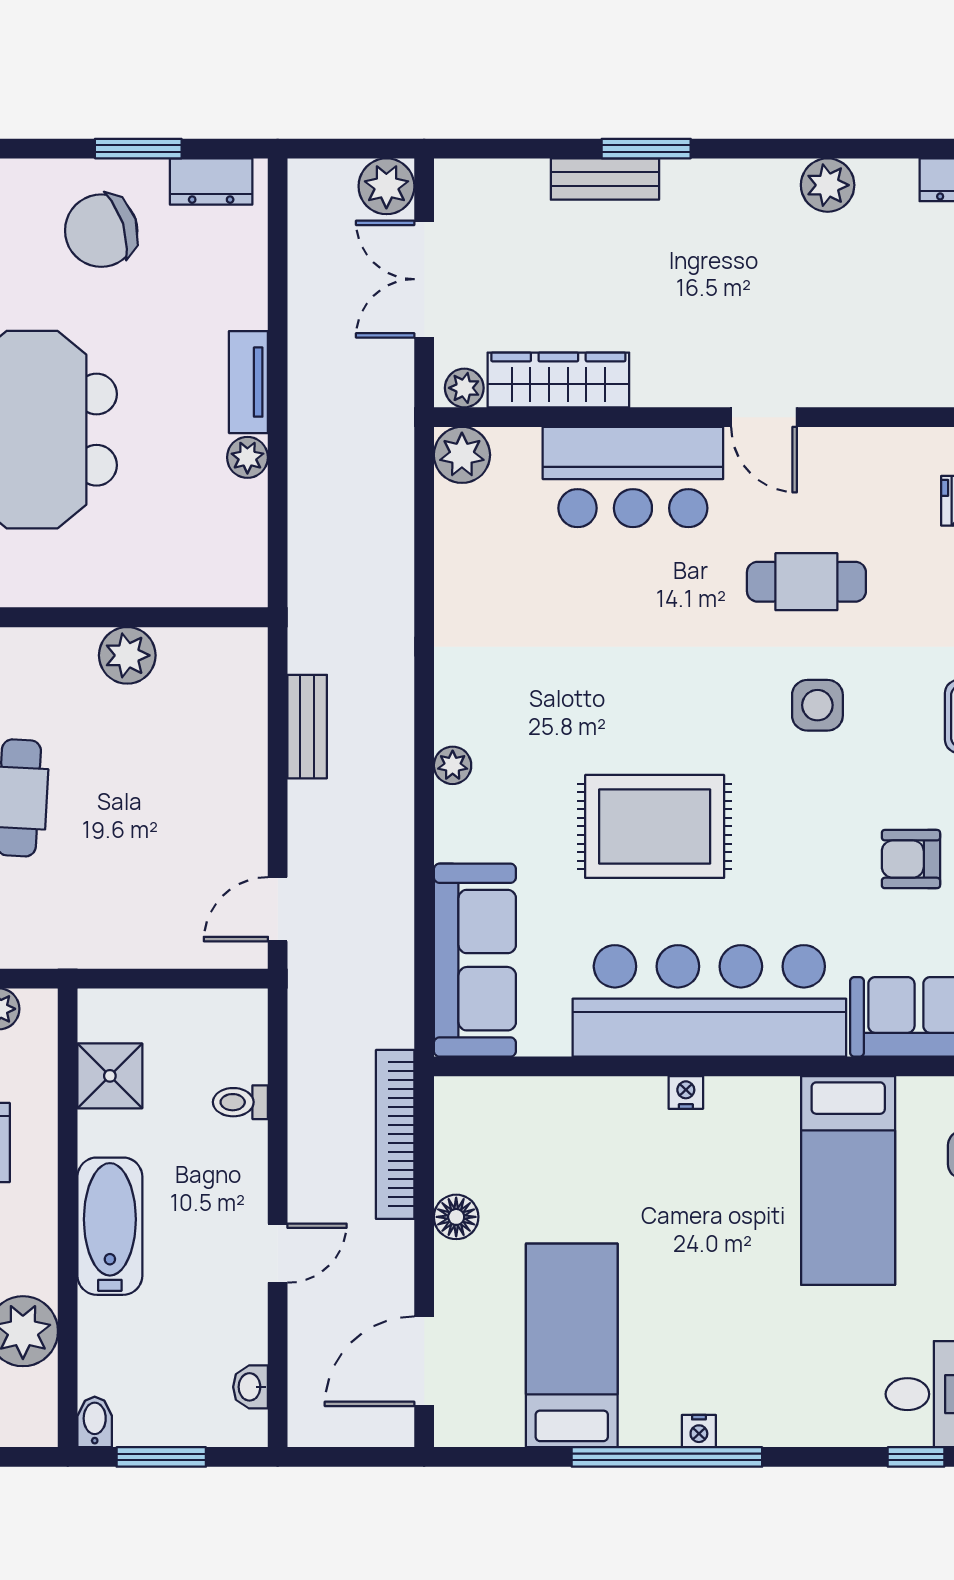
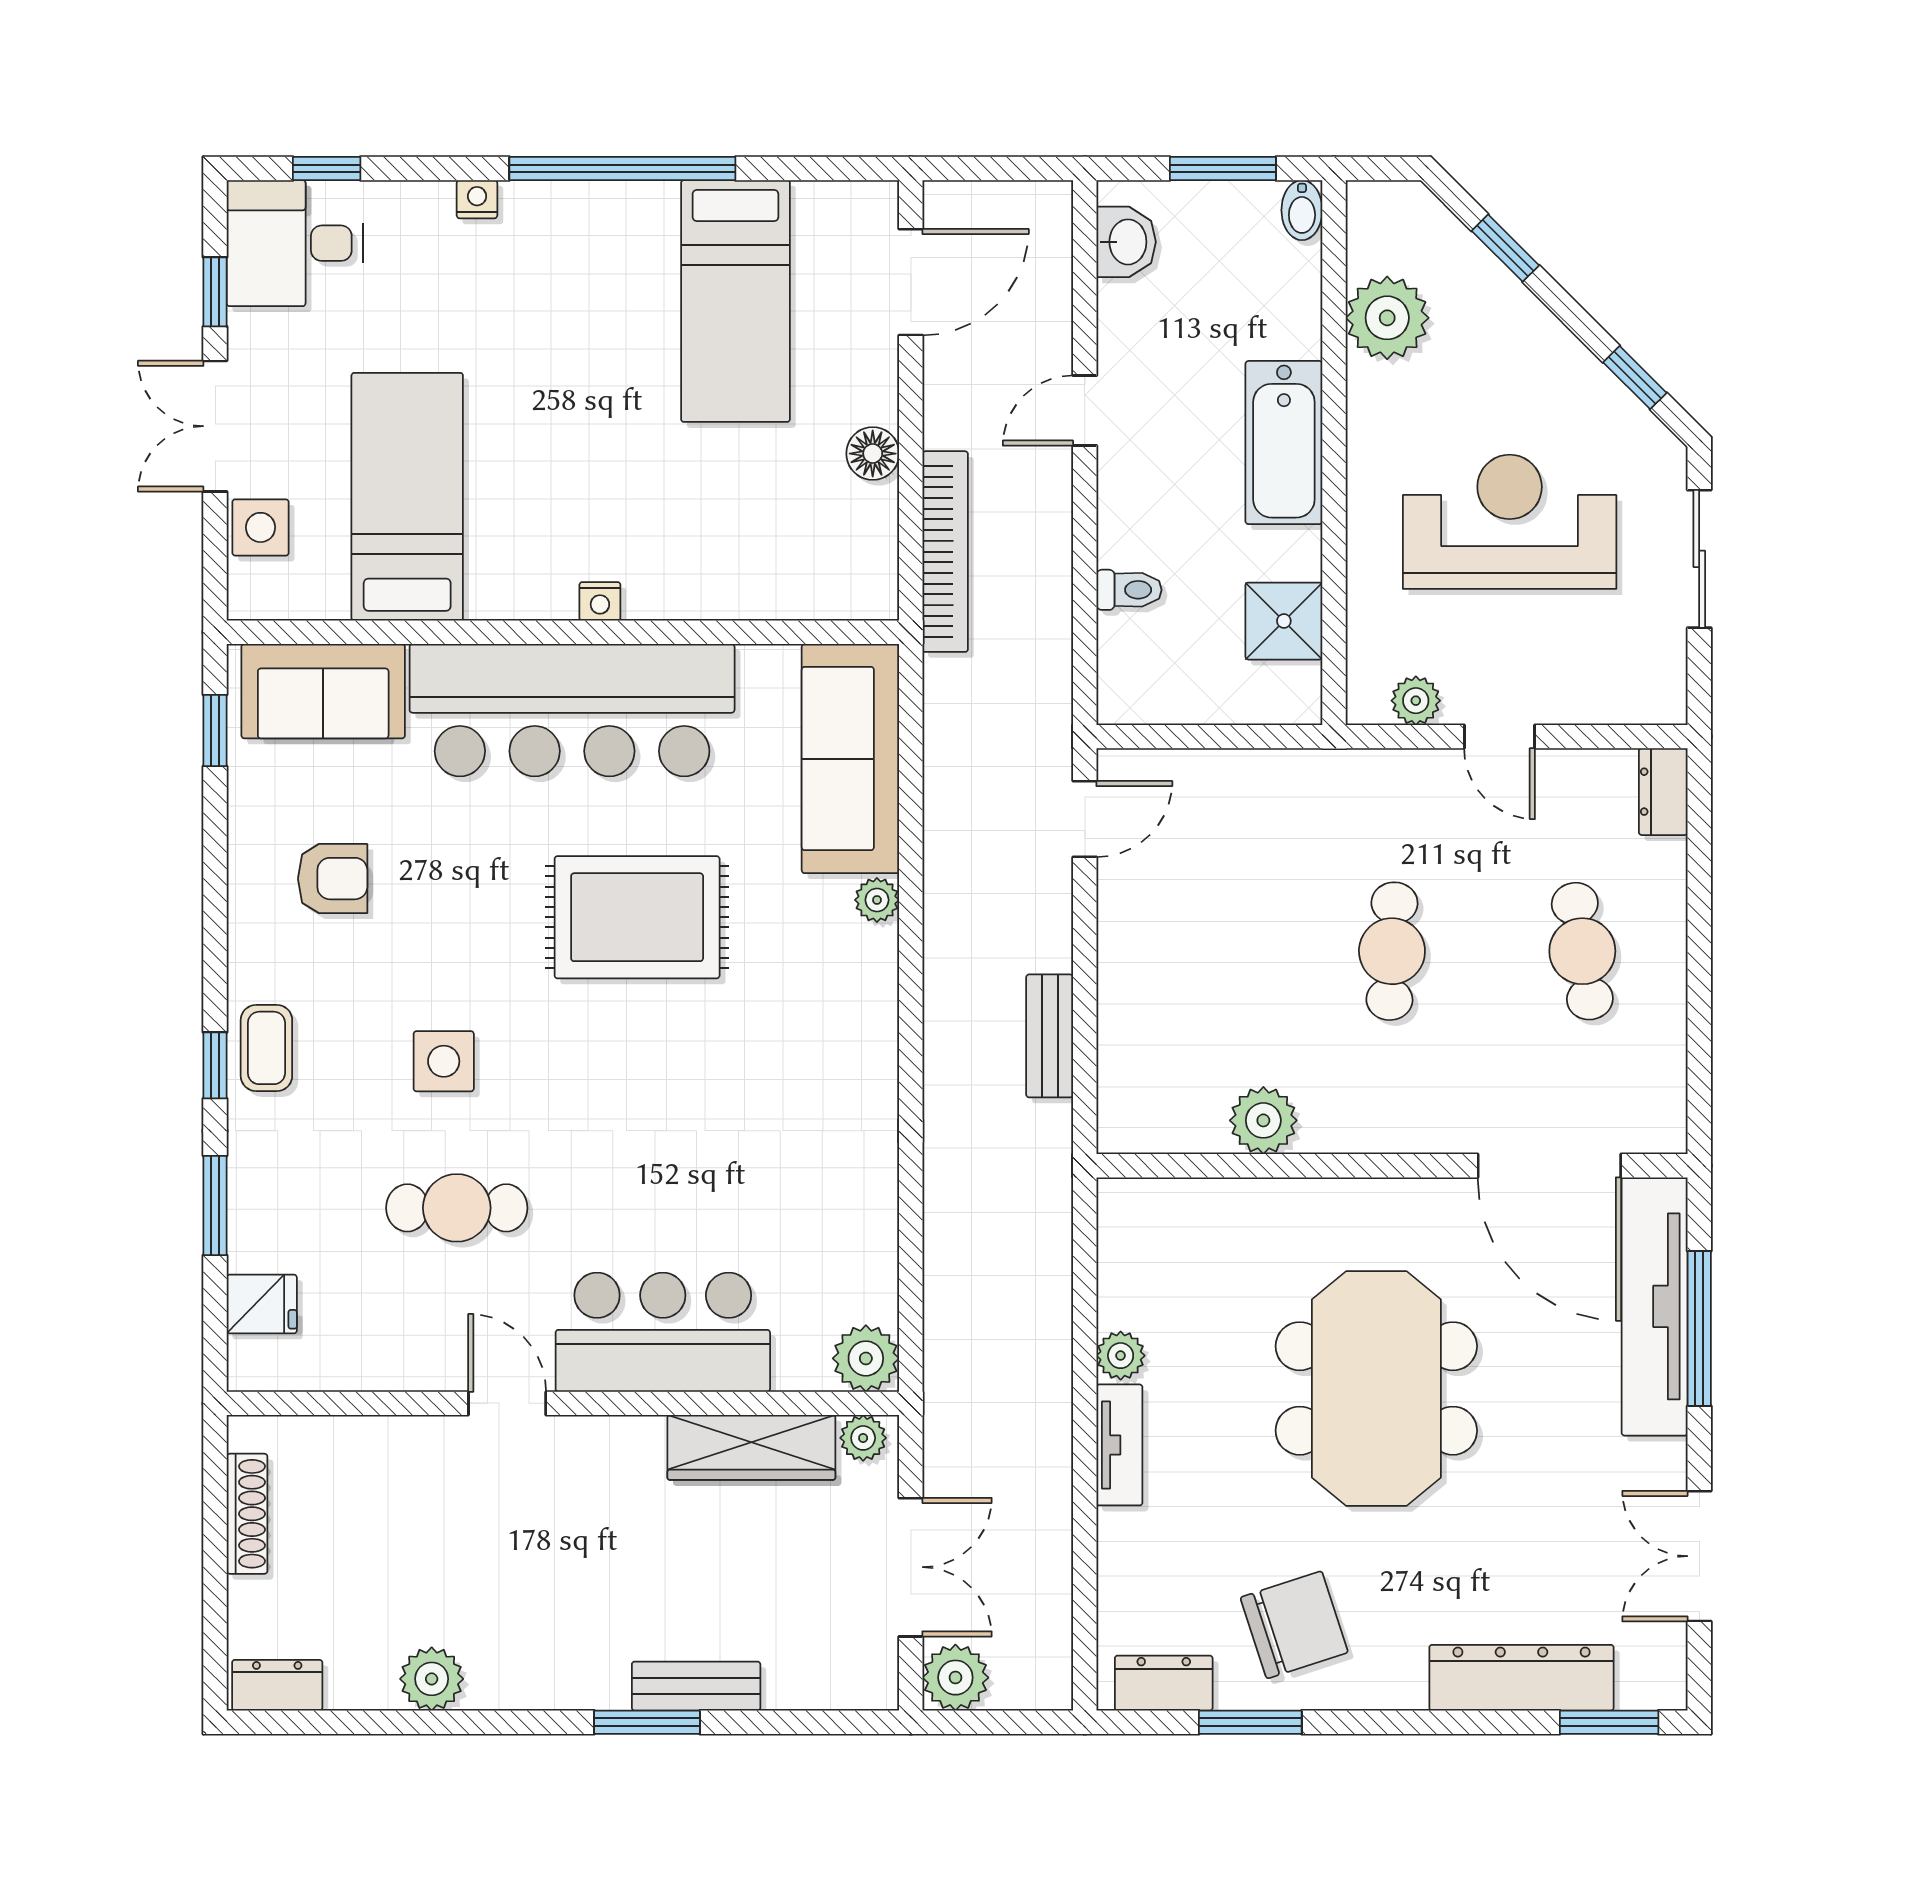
plant: (453, 765) -> (877, 900), moved
washbasin: (251, 1387) -> (1126, 242), width x1.38, depth x1.45
nightstand: (699, 1431) -> (477, 199), moved

